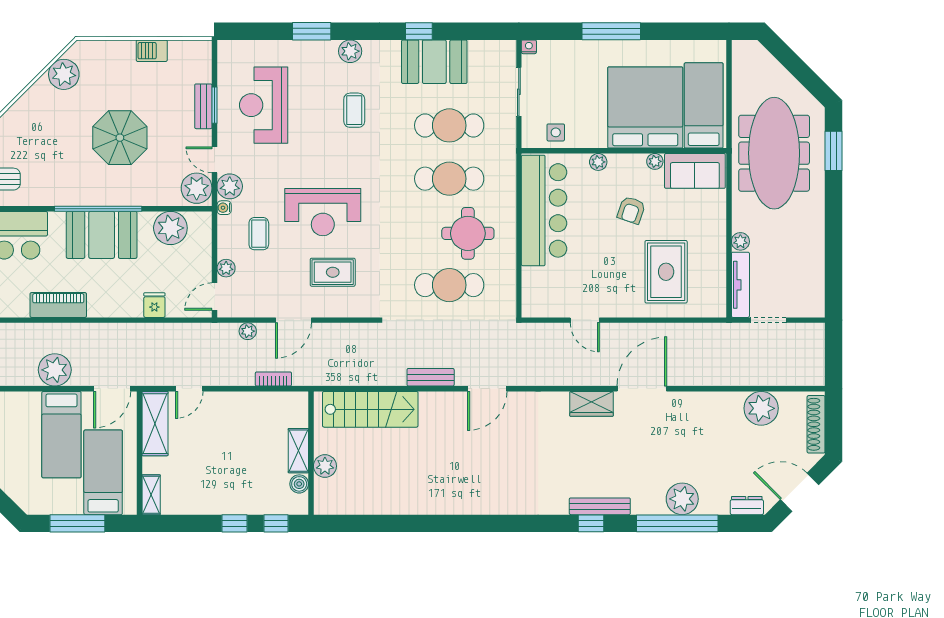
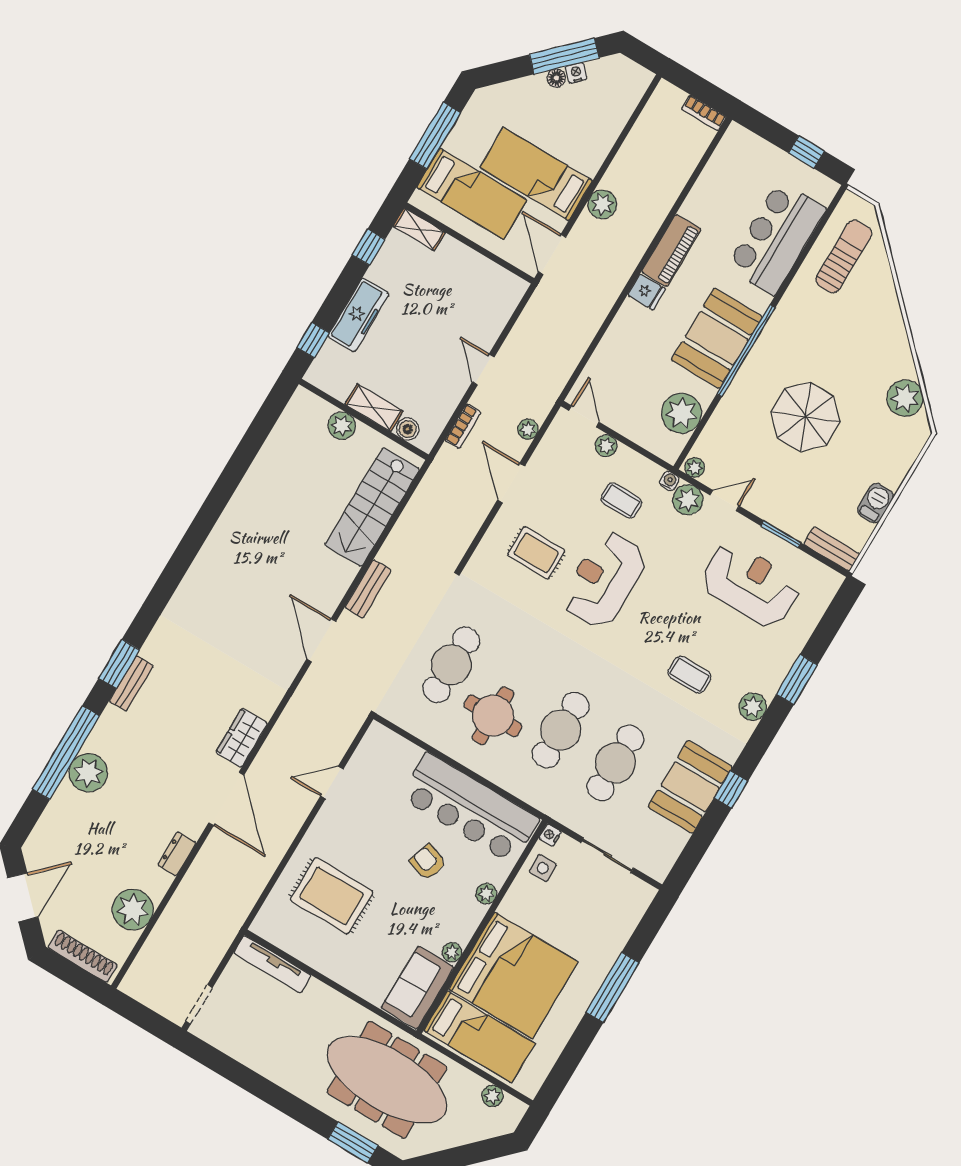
nightstand: (529, 47) -> (550, 835), moved, turned 180
bench: (203, 106) -> (832, 549), moved
plant: (197, 188) -> (695, 468), width x0.53, depth x0.53
armchair: (631, 210) -> (428, 862), moved
plant: (740, 241) -> (492, 1096), moved
rug: (333, 272) -> (536, 553), turned 90
fridge: (154, 305) -> (646, 292), moved
doorway: (768, 320) -> (199, 1004), moved
plant: (55, 370) -> (602, 204), width x0.73, depth x0.73
door: (189, 389) -> (483, 370), moved
shelving: (155, 424) -> (490, 277), removed
boiler: (299, 484) -> (408, 429), moved
freezer: (239, 502) -> (358, 315), added
bench: (600, 506) -> (131, 683), width x0.73
dresser: (747, 506) -> (177, 854), moved, turned 180
window: (235, 523) -> (369, 247), moved
window: (591, 523) -> (119, 664), width x1.50

